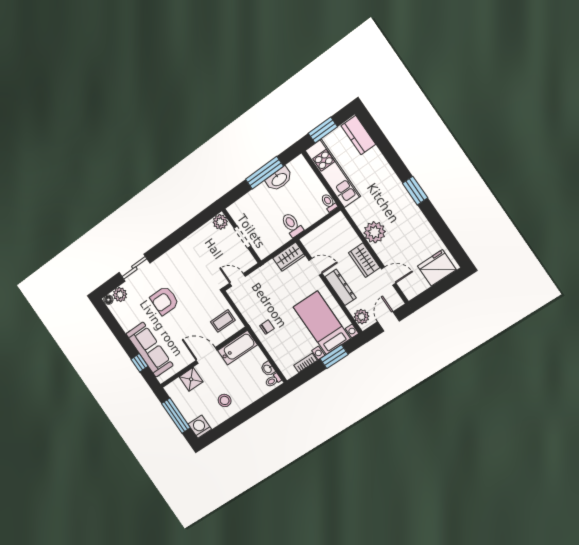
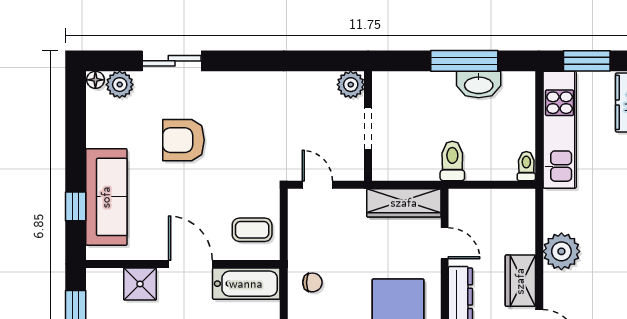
wardrobe: (289, 257) -> (404, 203), width x1.50

